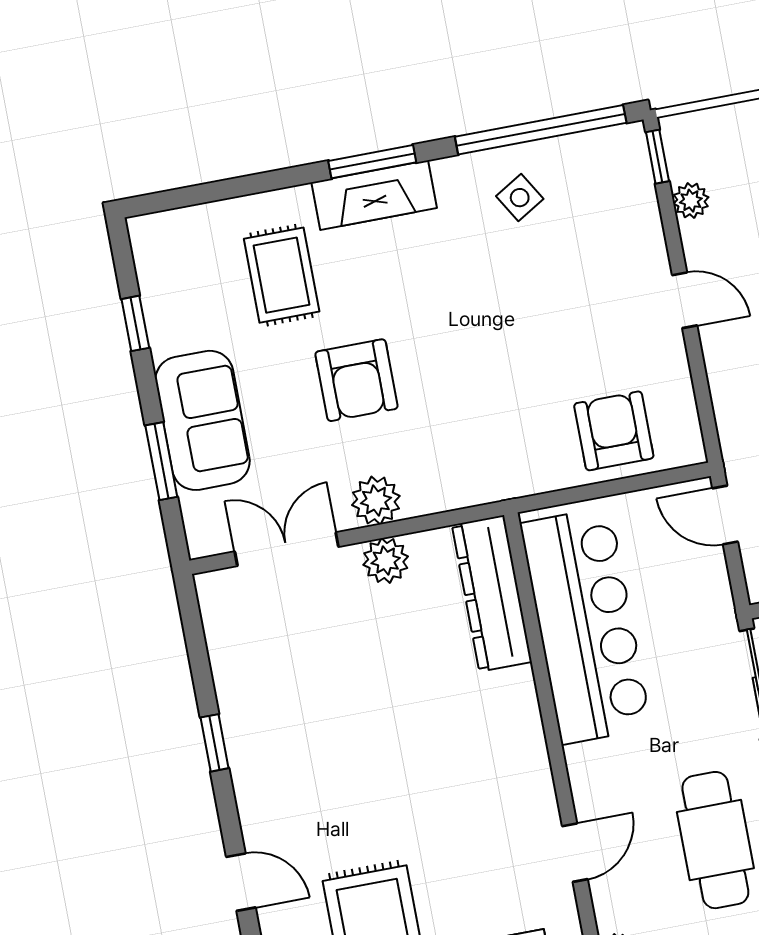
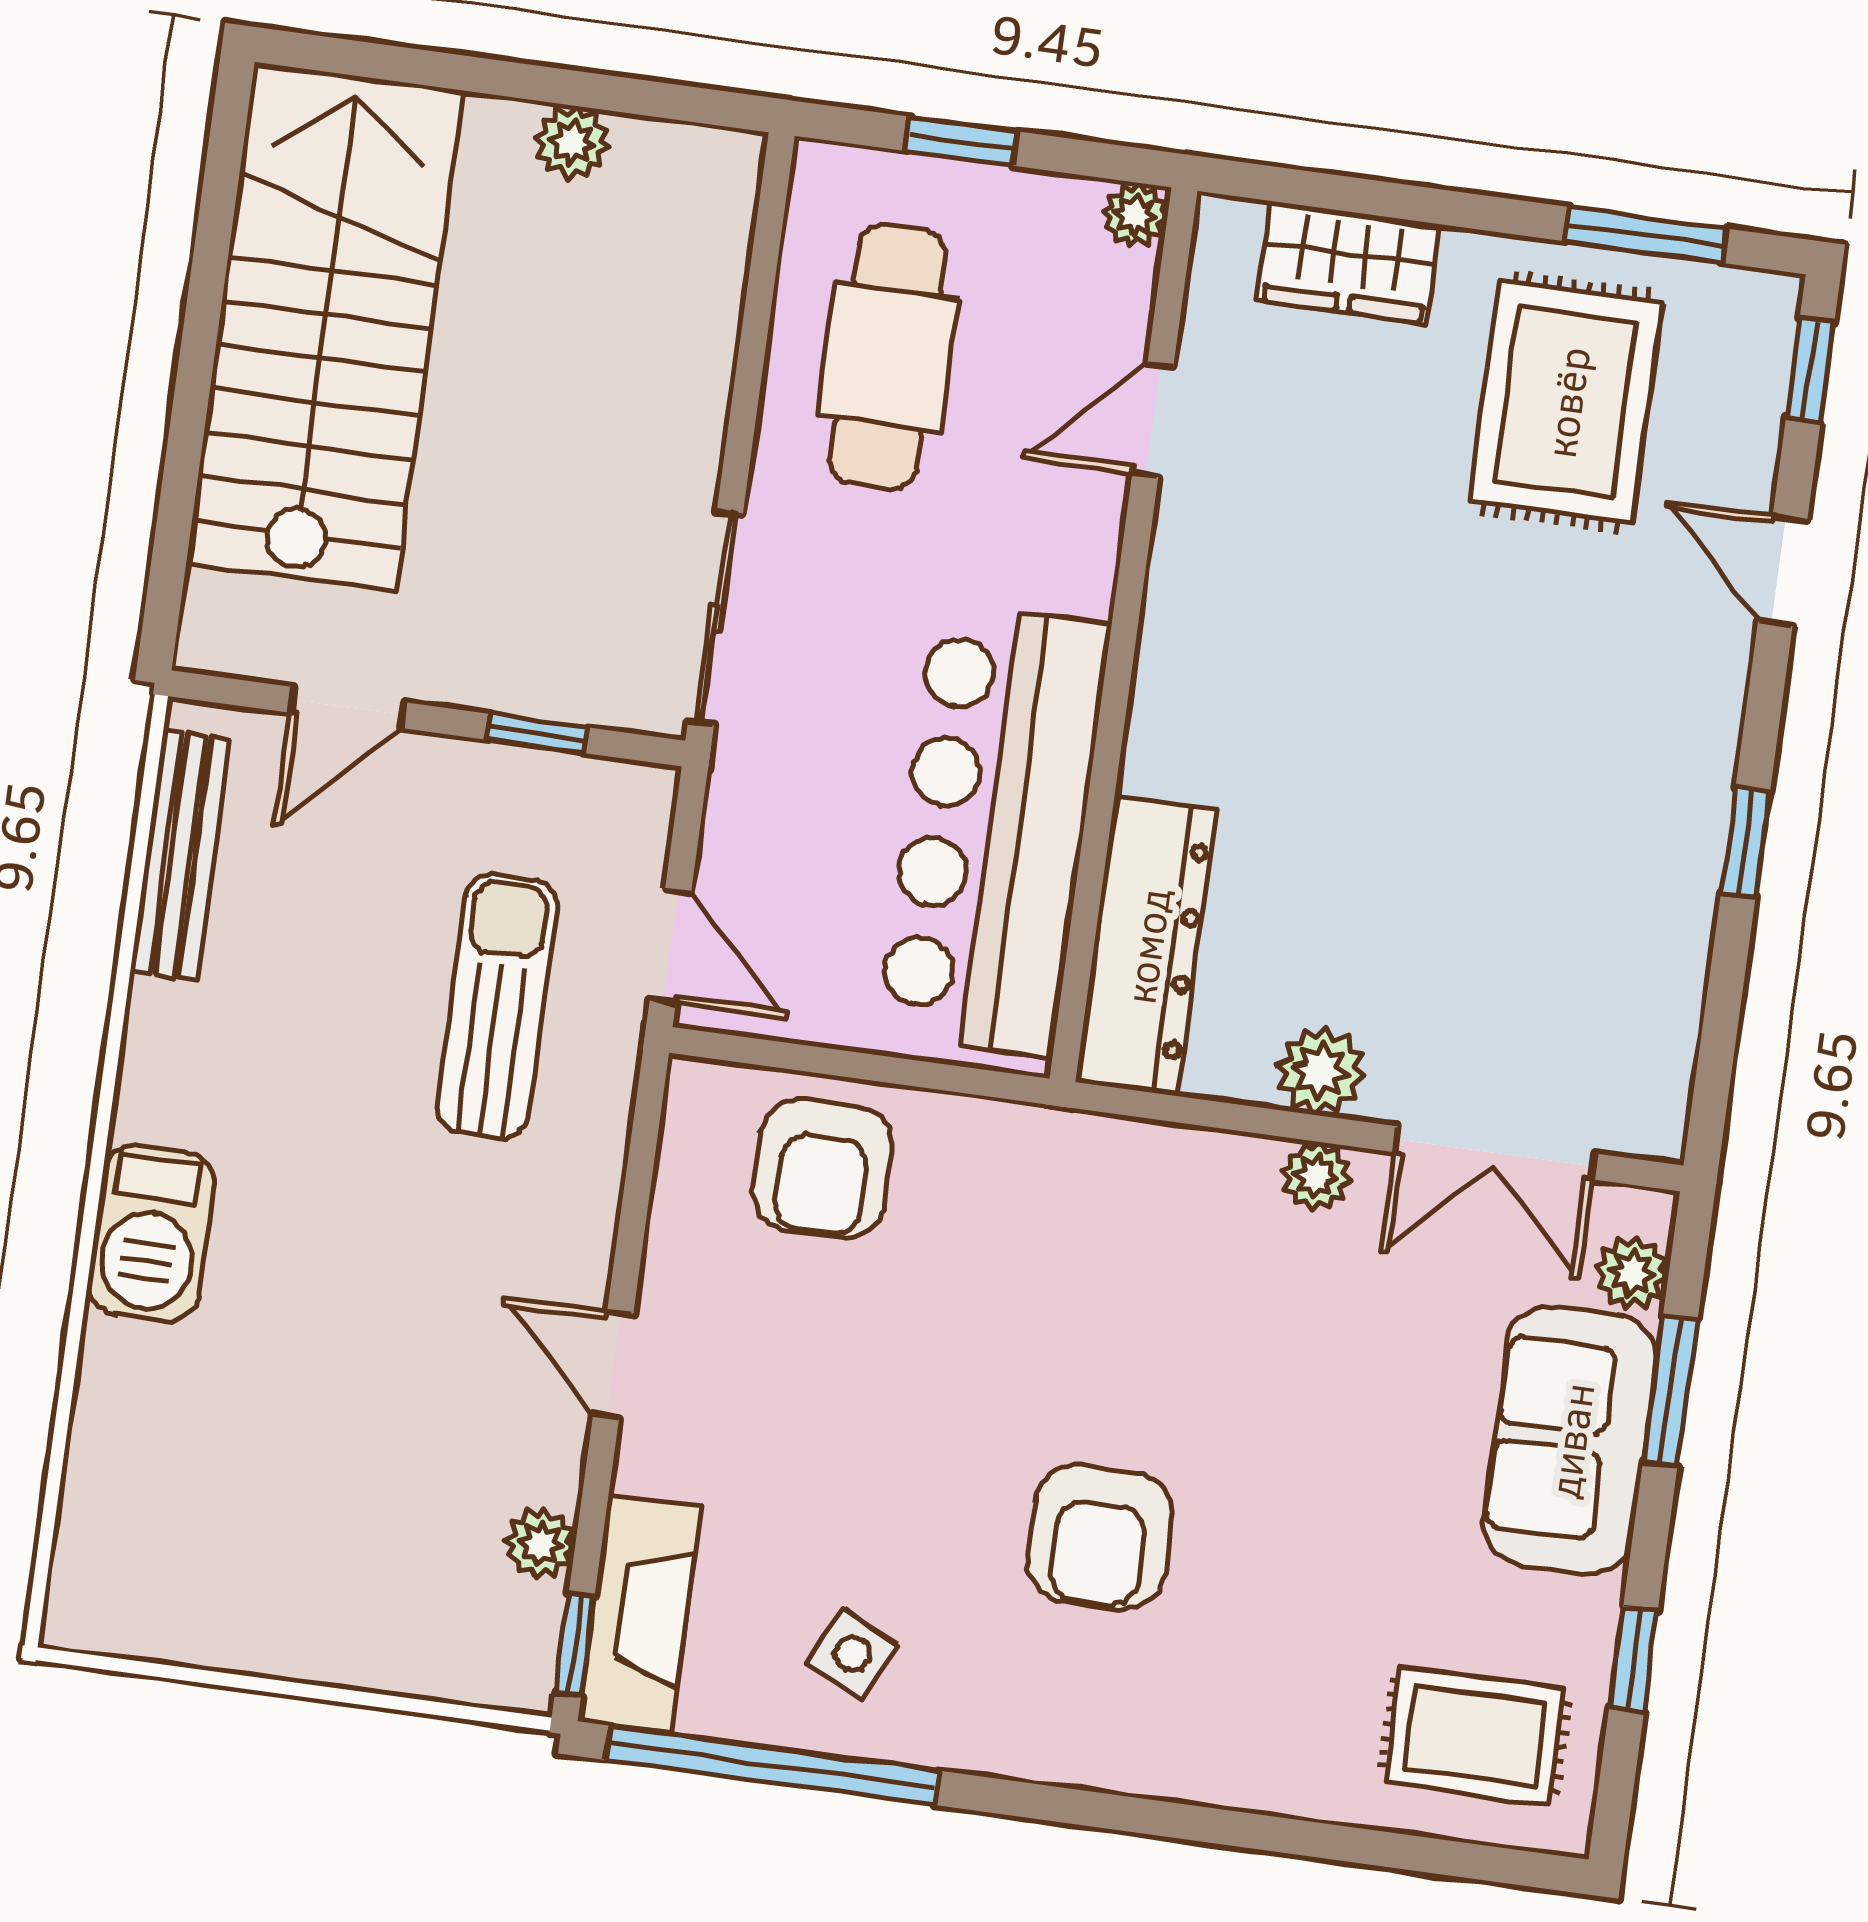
window: (372, 162) -> (1100, 1810), removed
fireplace: (374, 195) -> (640, 1614), moved, turned 90
side table: (520, 198) -> (852, 1654), turned -33
rug: (282, 275) -> (1475, 1736), moved, turned 90
armchair: (357, 380) -> (1100, 1537), moved, turned 180
plant: (376, 500) -> (1316, 1176), width x0.73, depth x0.73
plant: (200, 513) -> (1632, 1273), added

